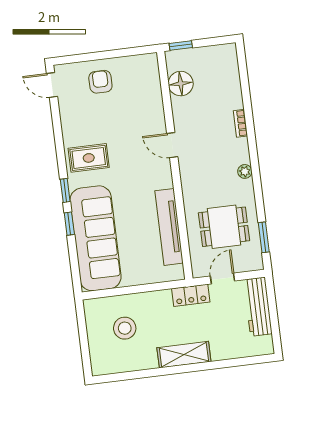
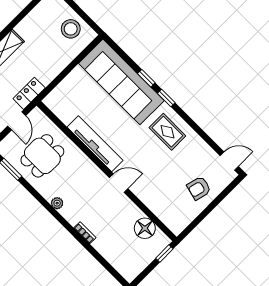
armchair: (100, 82) -> (199, 188), turned 104
rug: (89, 158) -> (167, 132), turned 90
tv unit: (169, 227) -> (95, 144), moved
stool: (125, 328) -> (71, 29), moved

